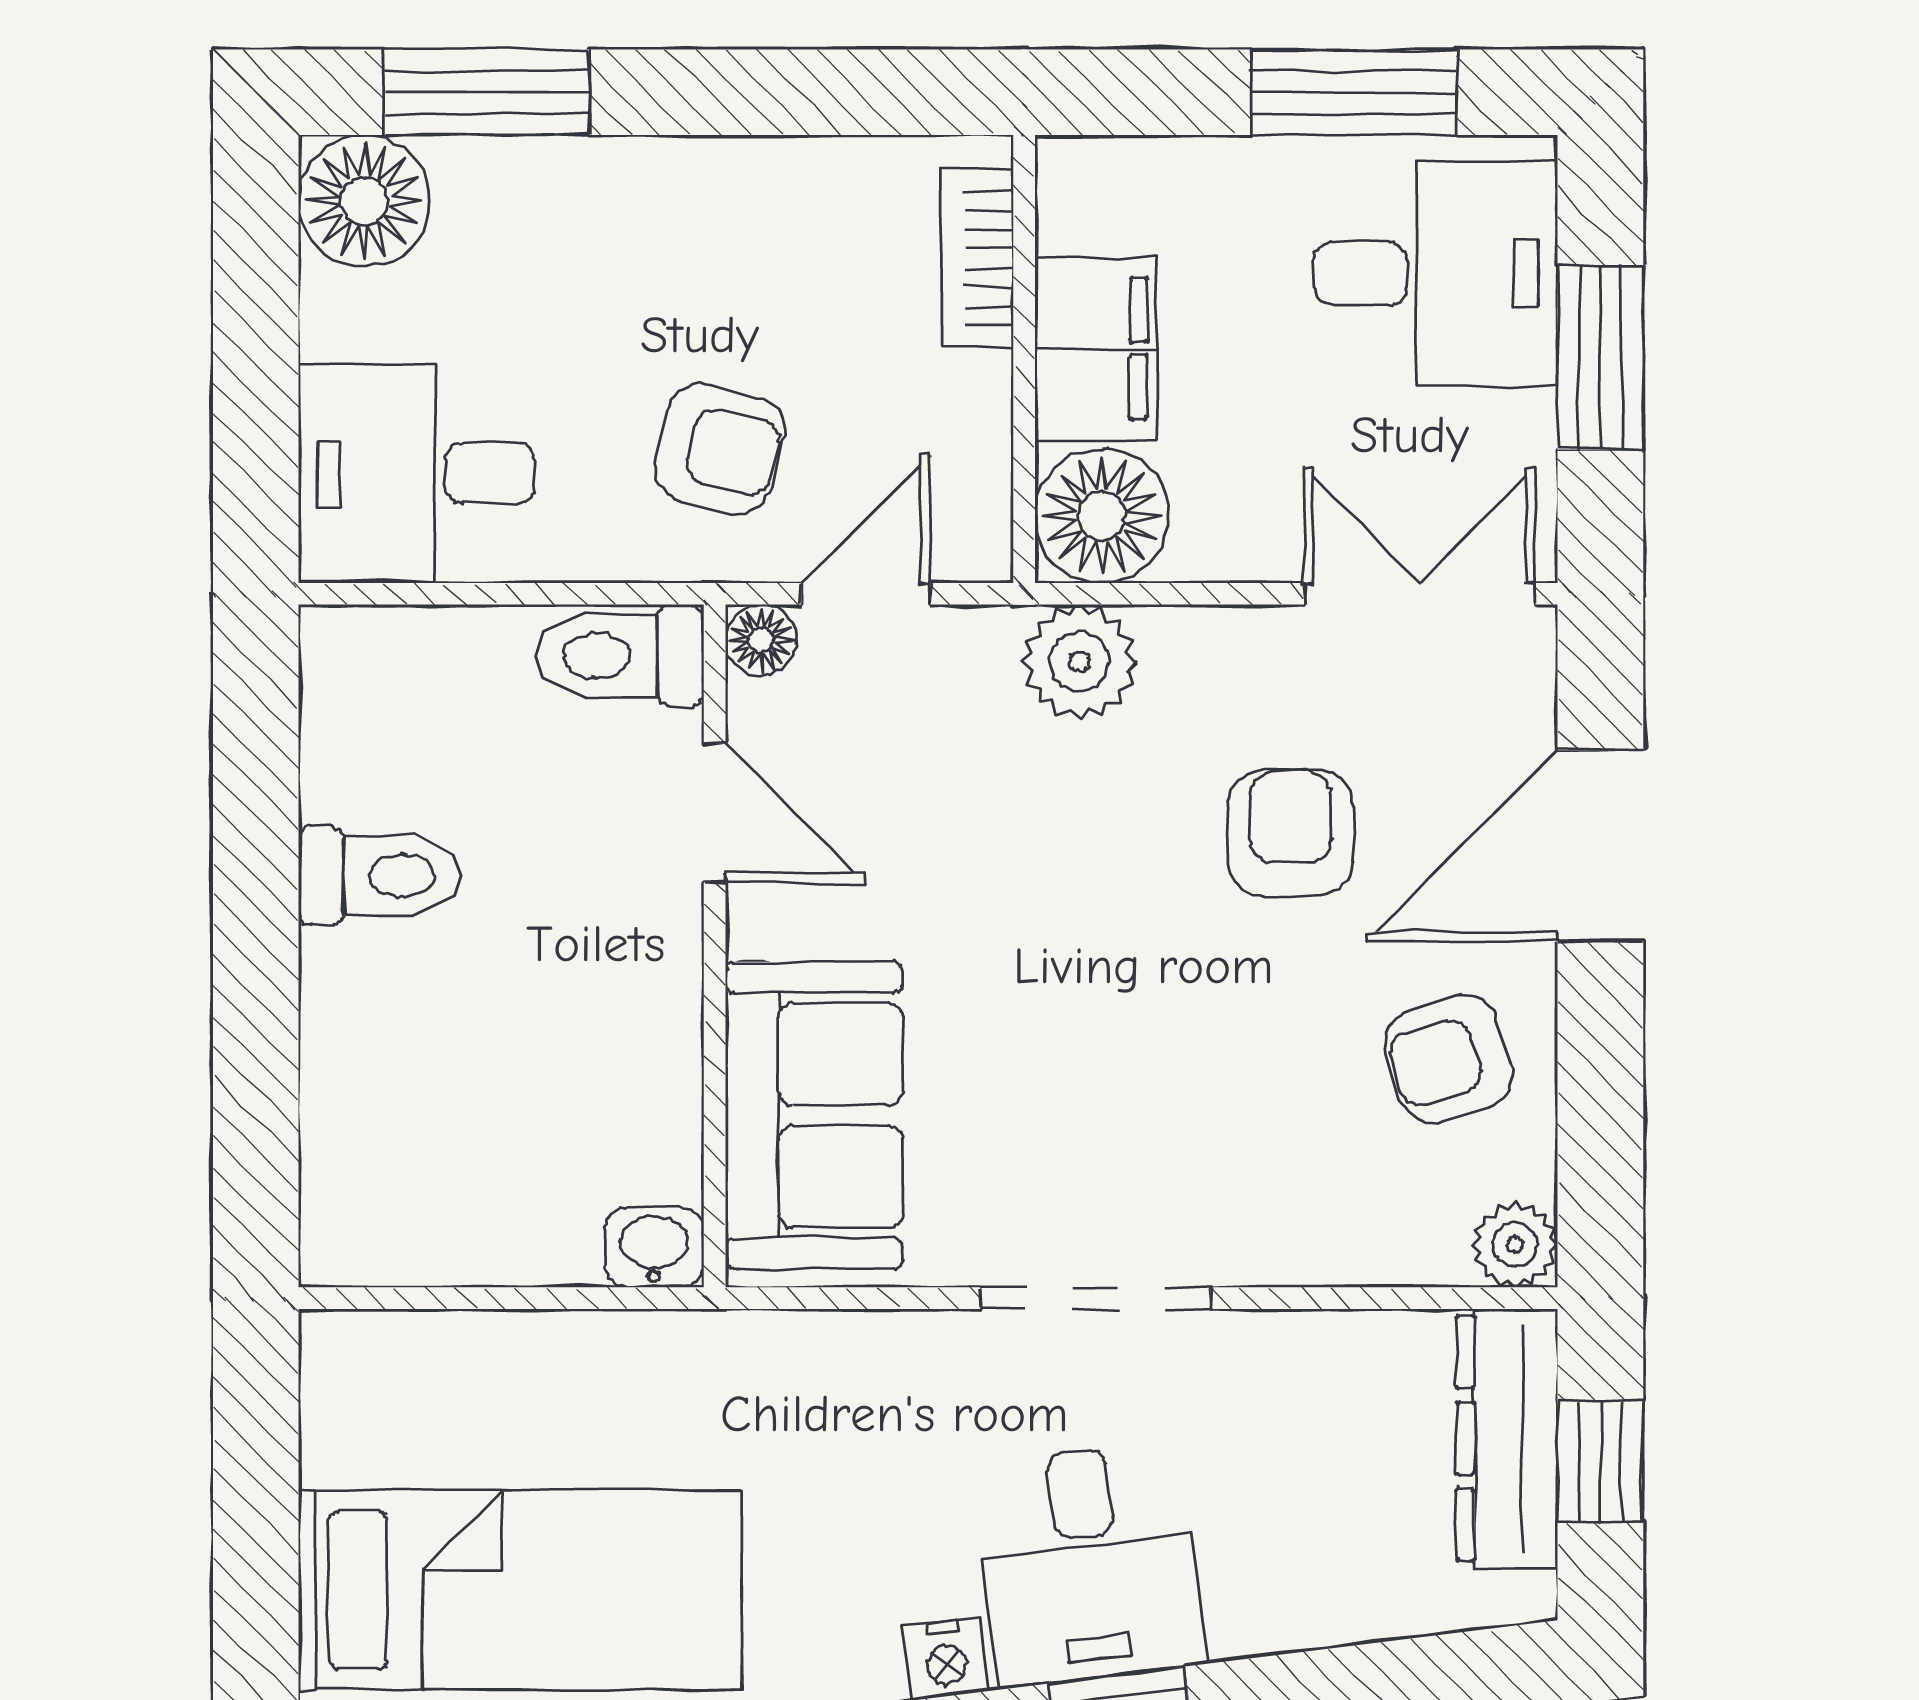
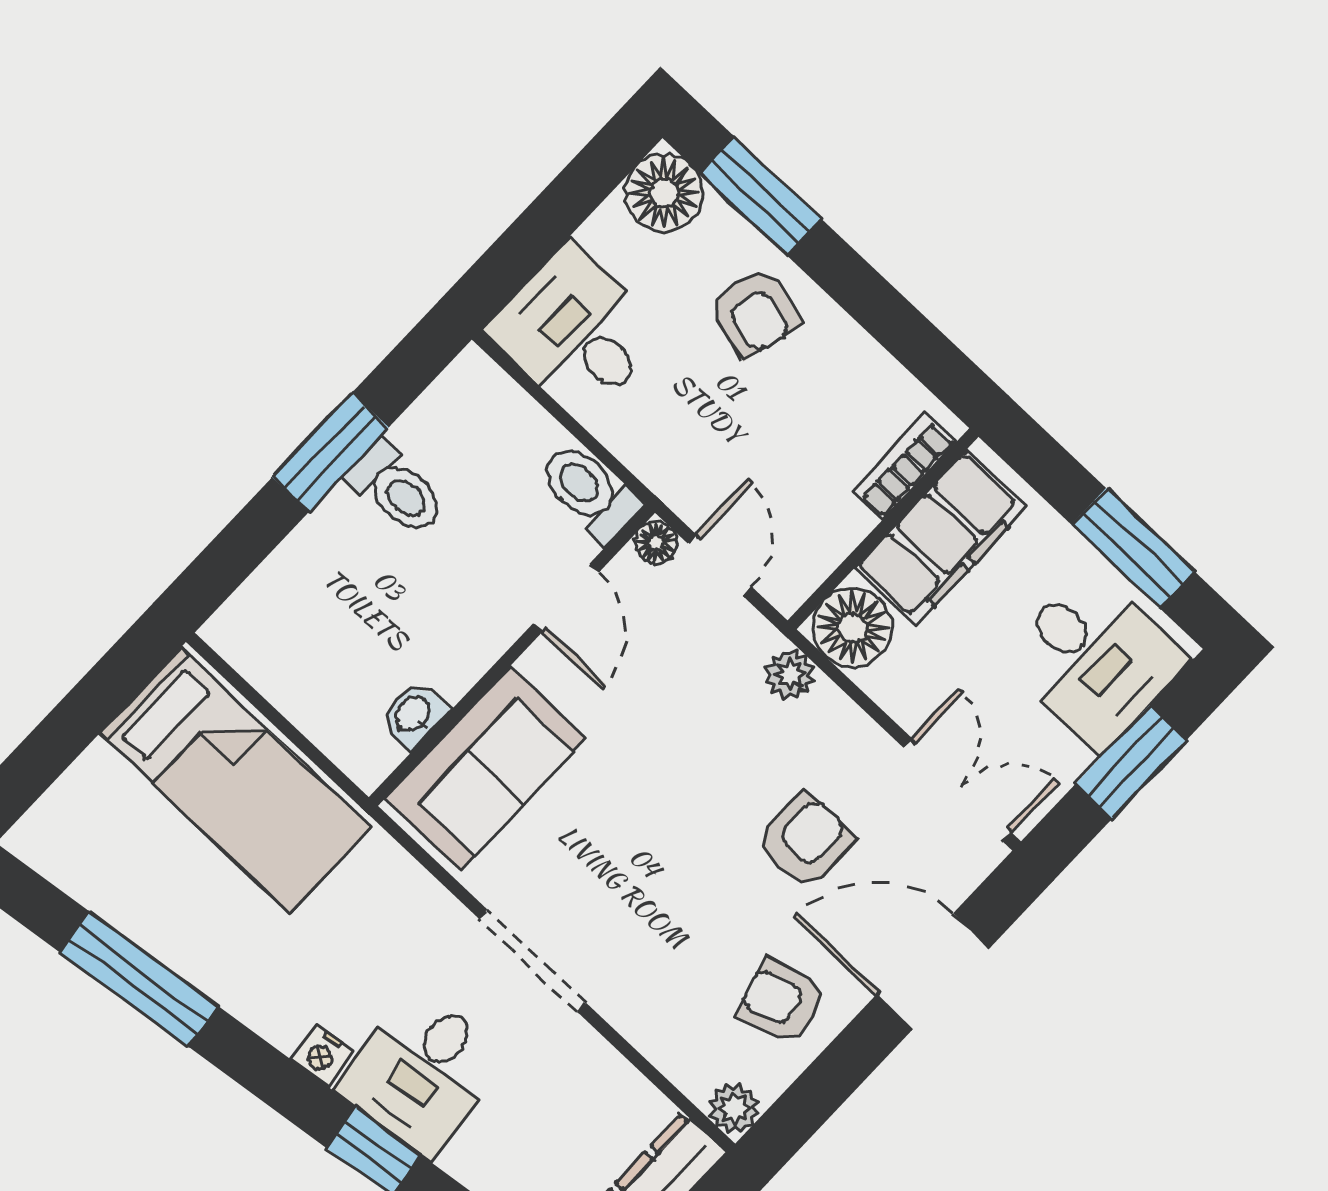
filing cabinet: (1096, 349) -> (941, 538), width x1.50, depth x1.17
armchair: (719, 449) -> (754, 313), moved
door: (866, 594) -> (720, 565), hinge flipped
plant: (1079, 662) -> (790, 674), width x0.73, depth x0.73
window: (256, 908) -> (330, 452), added
washbasin: (654, 1247) -> (414, 715), moved, turned -90
bed: (520, 1590) -> (235, 780), moved

